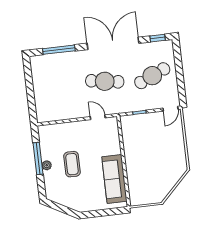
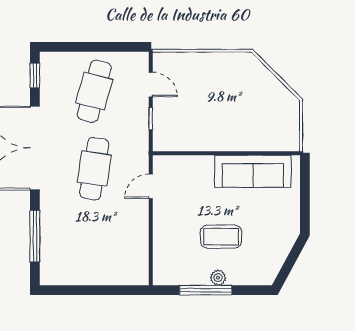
cafe table: (152, 76) -> (94, 91), turned 39
door: (170, 109) -> (151, 85), moved

